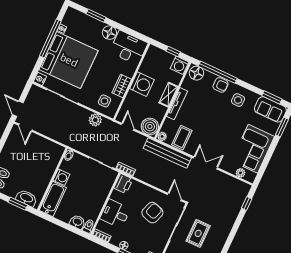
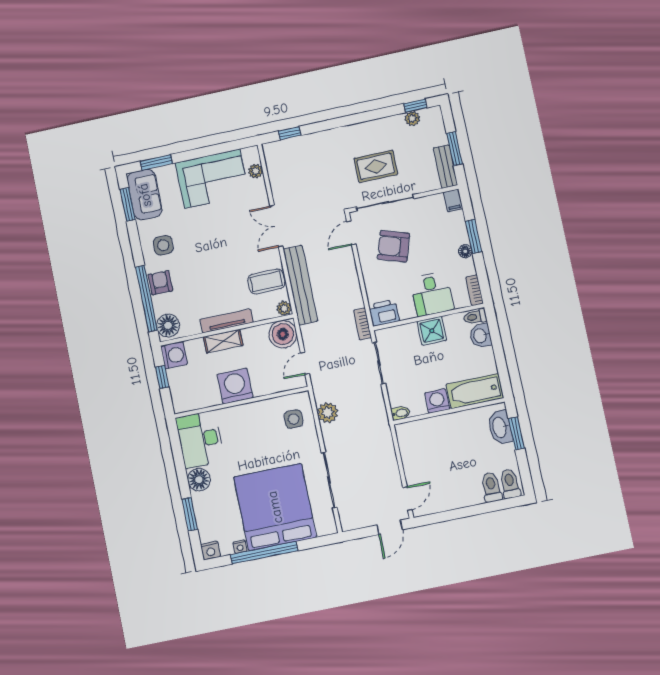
nightstand: (40, 79) -> (210, 551), moved
wardrobe: (122, 86) -> (257, 411), removed
shower: (97, 200) -> (432, 331), added

